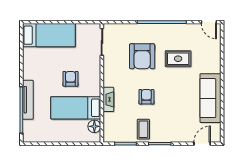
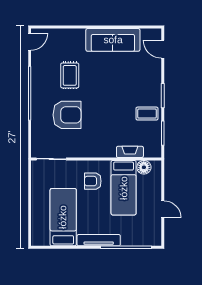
bed: (49, 35) -> (63, 217), moved
armchair: (70, 79) -> (93, 181), moved
armchair: (146, 97) -> (111, 110), removed
fireplace: (108, 99) -> (130, 152), moved
tv unit: (28, 100) -> (99, 240), moved
door: (56, 144) -> (163, 209), added

